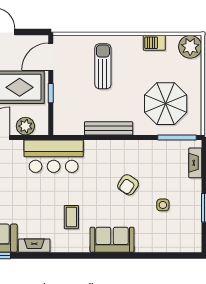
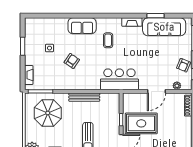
plant: (25, 126) -> (137, 98), removed

